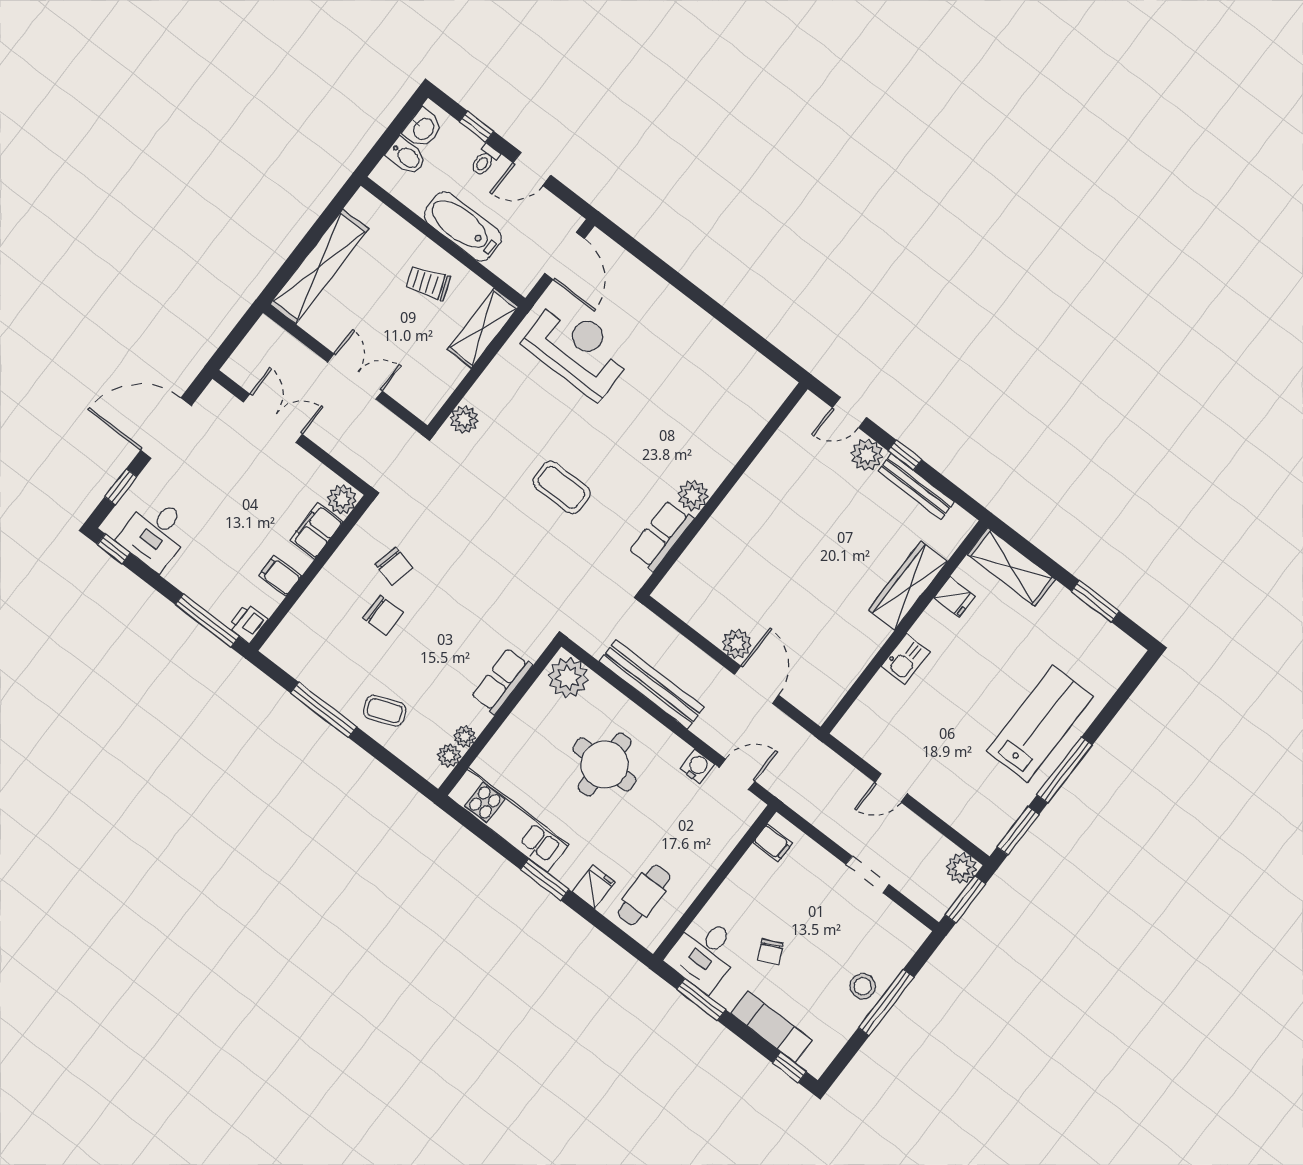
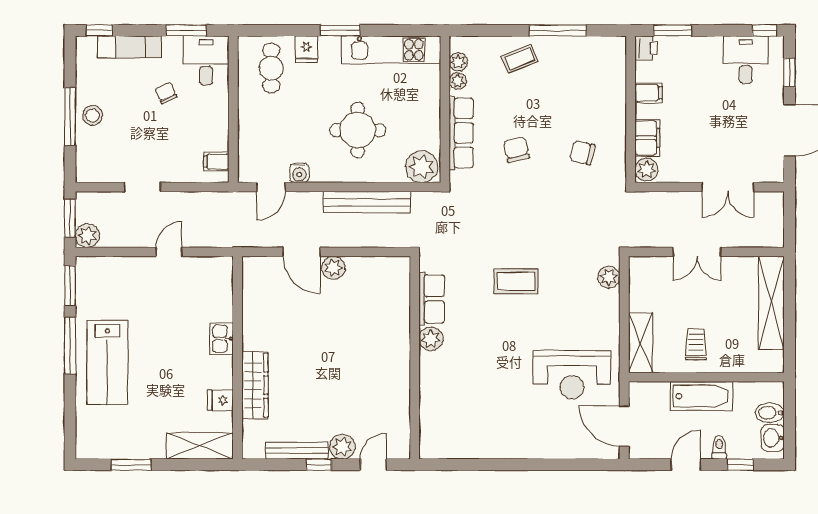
trolley: (428, 283) -> (696, 345), turned -70
chair: (383, 615) -> (516, 150), moved, turned 77
window: (207, 620) -> (672, 30), width x0.69
row of seats: (502, 681) -> (461, 133), width x1.48

